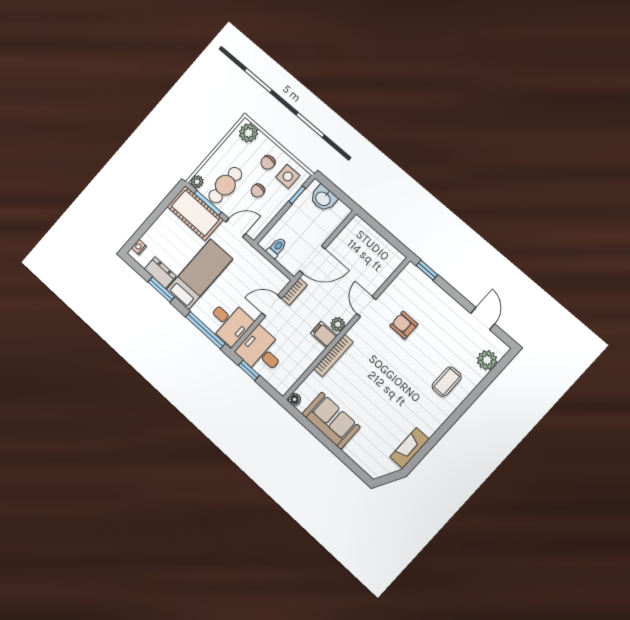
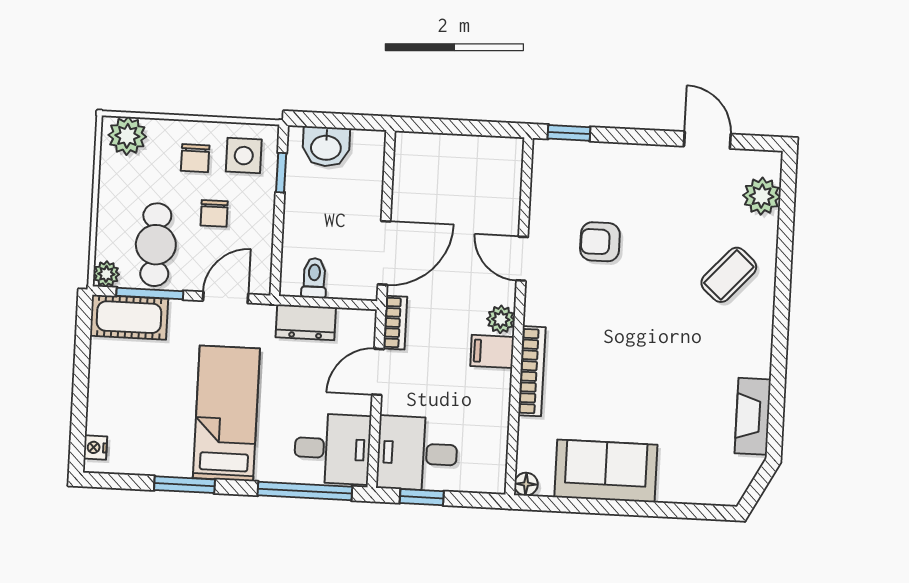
cot: (195, 213) -> (129, 317), width x0.73, depth x0.75
dresser: (160, 273) -> (306, 322), moved, turned 180
coffee table: (447, 382) -> (729, 275), turned 42

